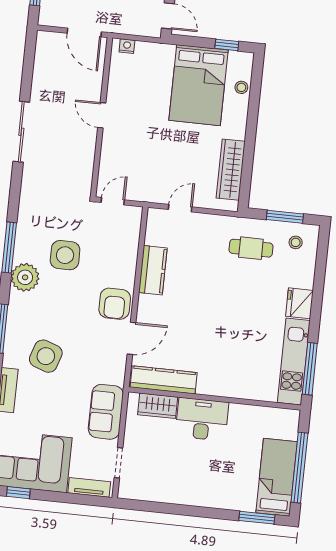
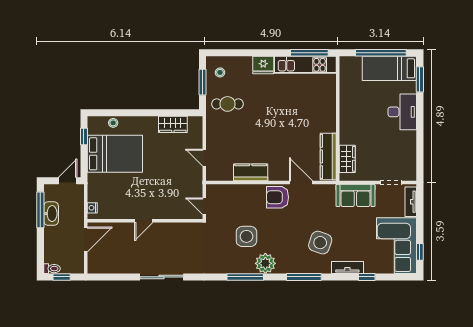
wardrobe: (231, 170) -> (173, 124), width x0.67
cafe table: (251, 248) -> (228, 104), turned 90
armchair: (115, 304) -> (277, 197), turned 180
desk: (202, 419) -> (402, 112), moved, turned 180

